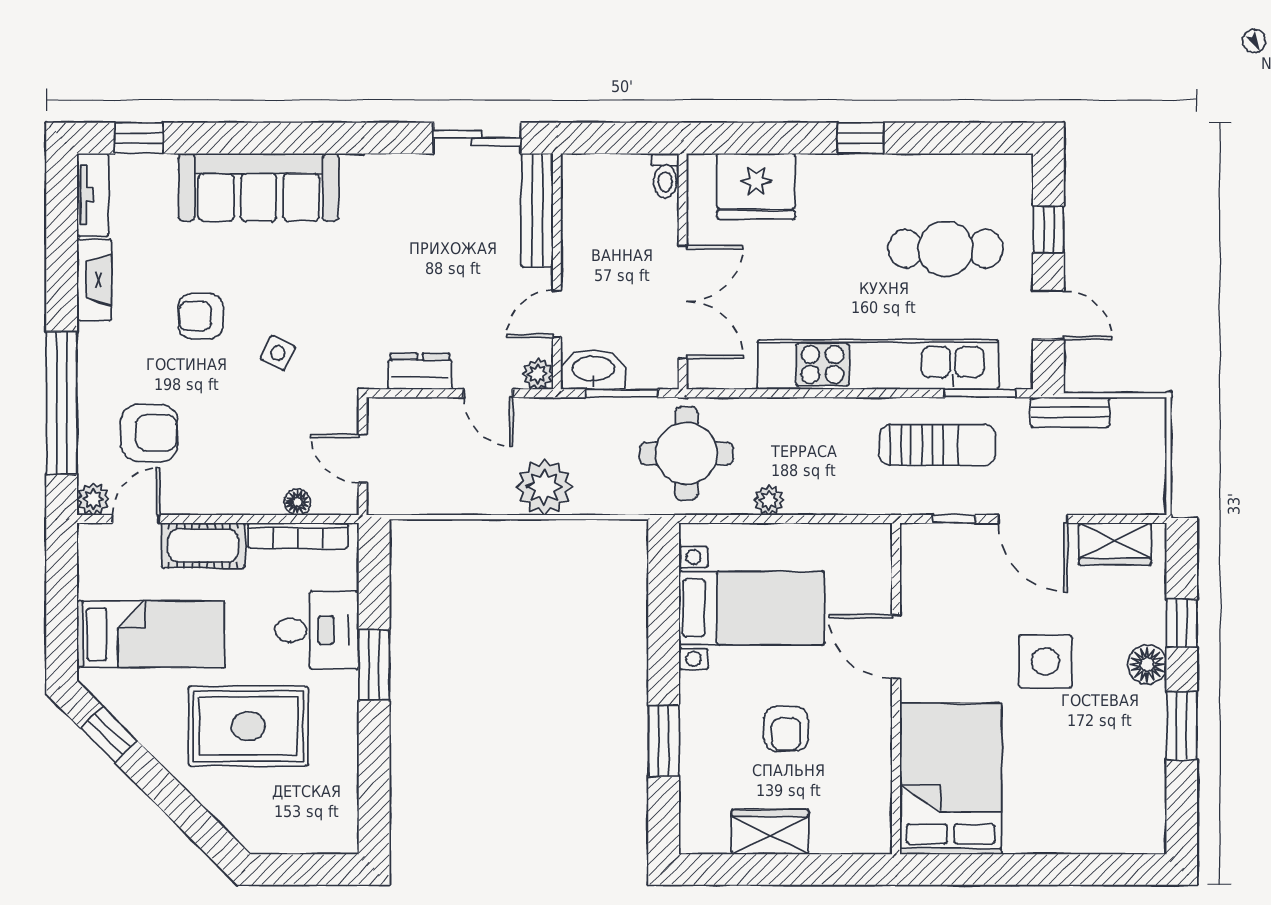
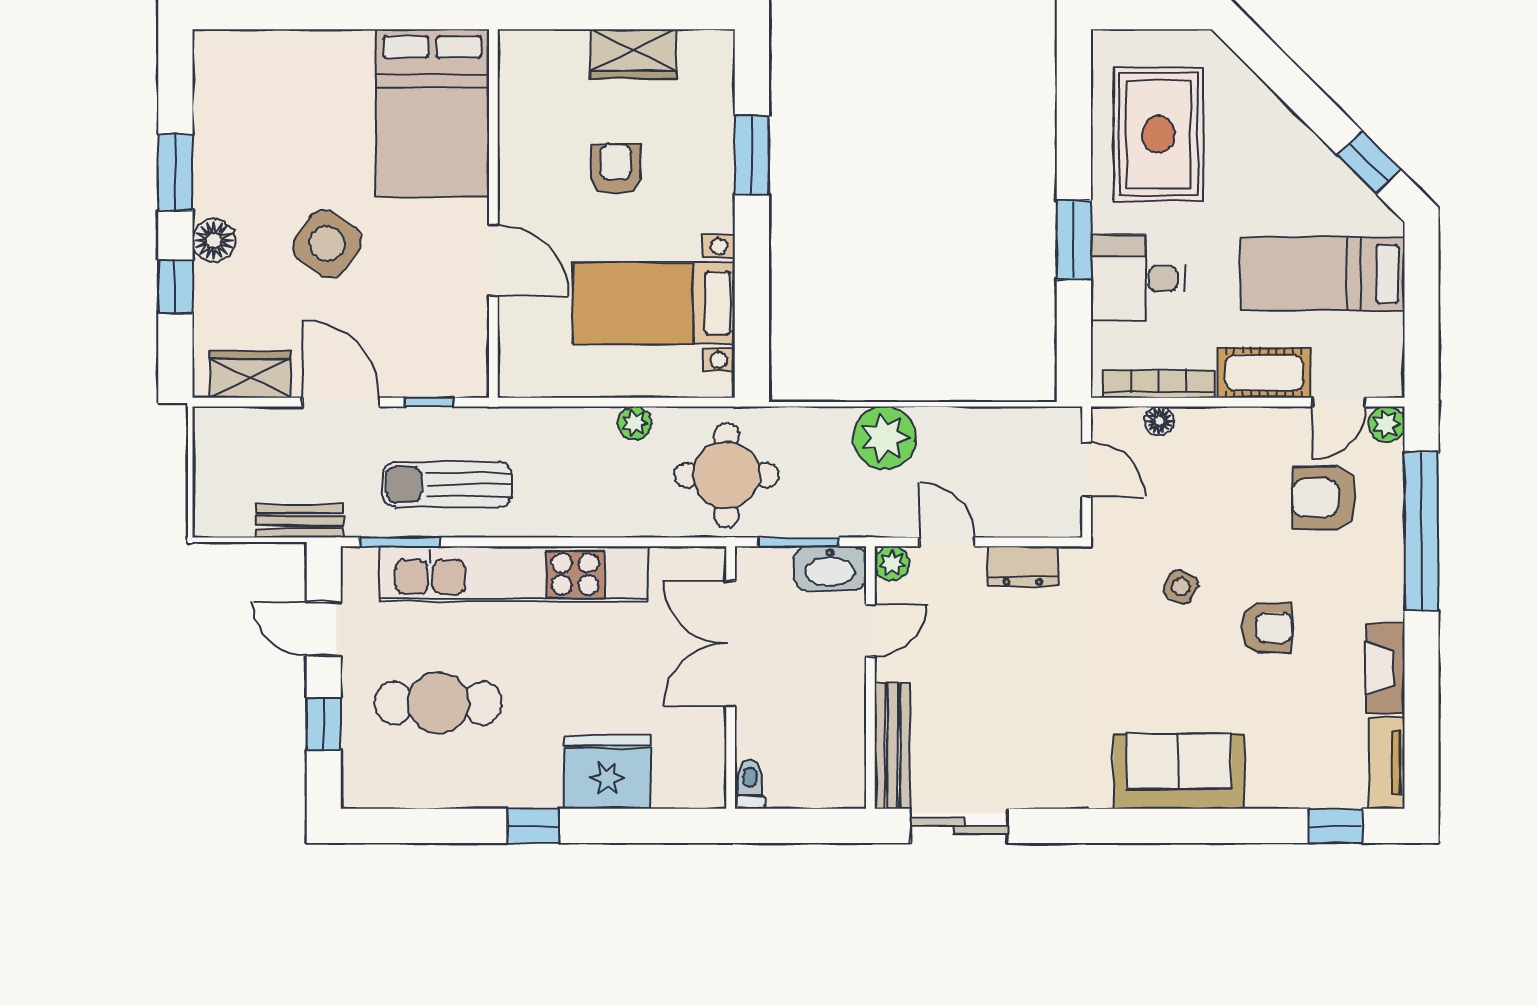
fridge: (756, 186) -> (607, 772), moved
sofa: (259, 187) -> (1179, 771), width x0.73
side table: (1045, 661) -> (327, 244), turned 34
rug: (248, 726) -> (1158, 134), moved, turned 90

